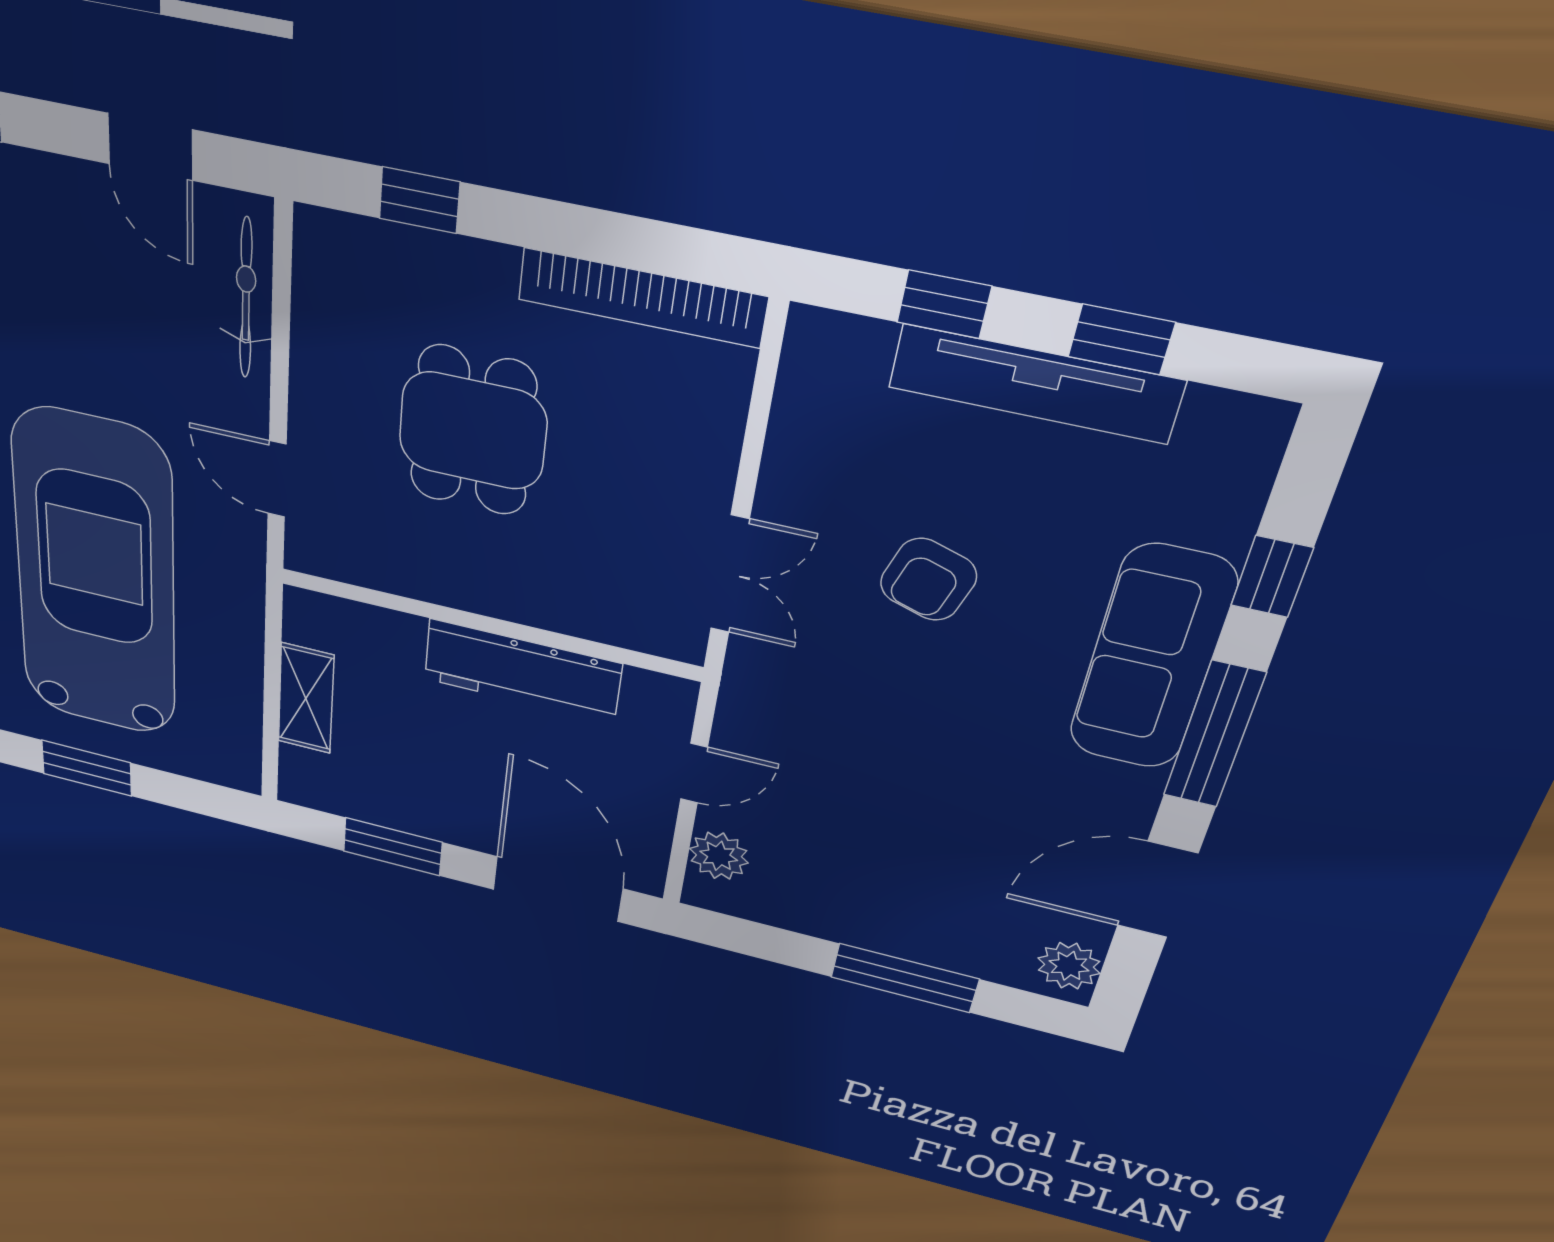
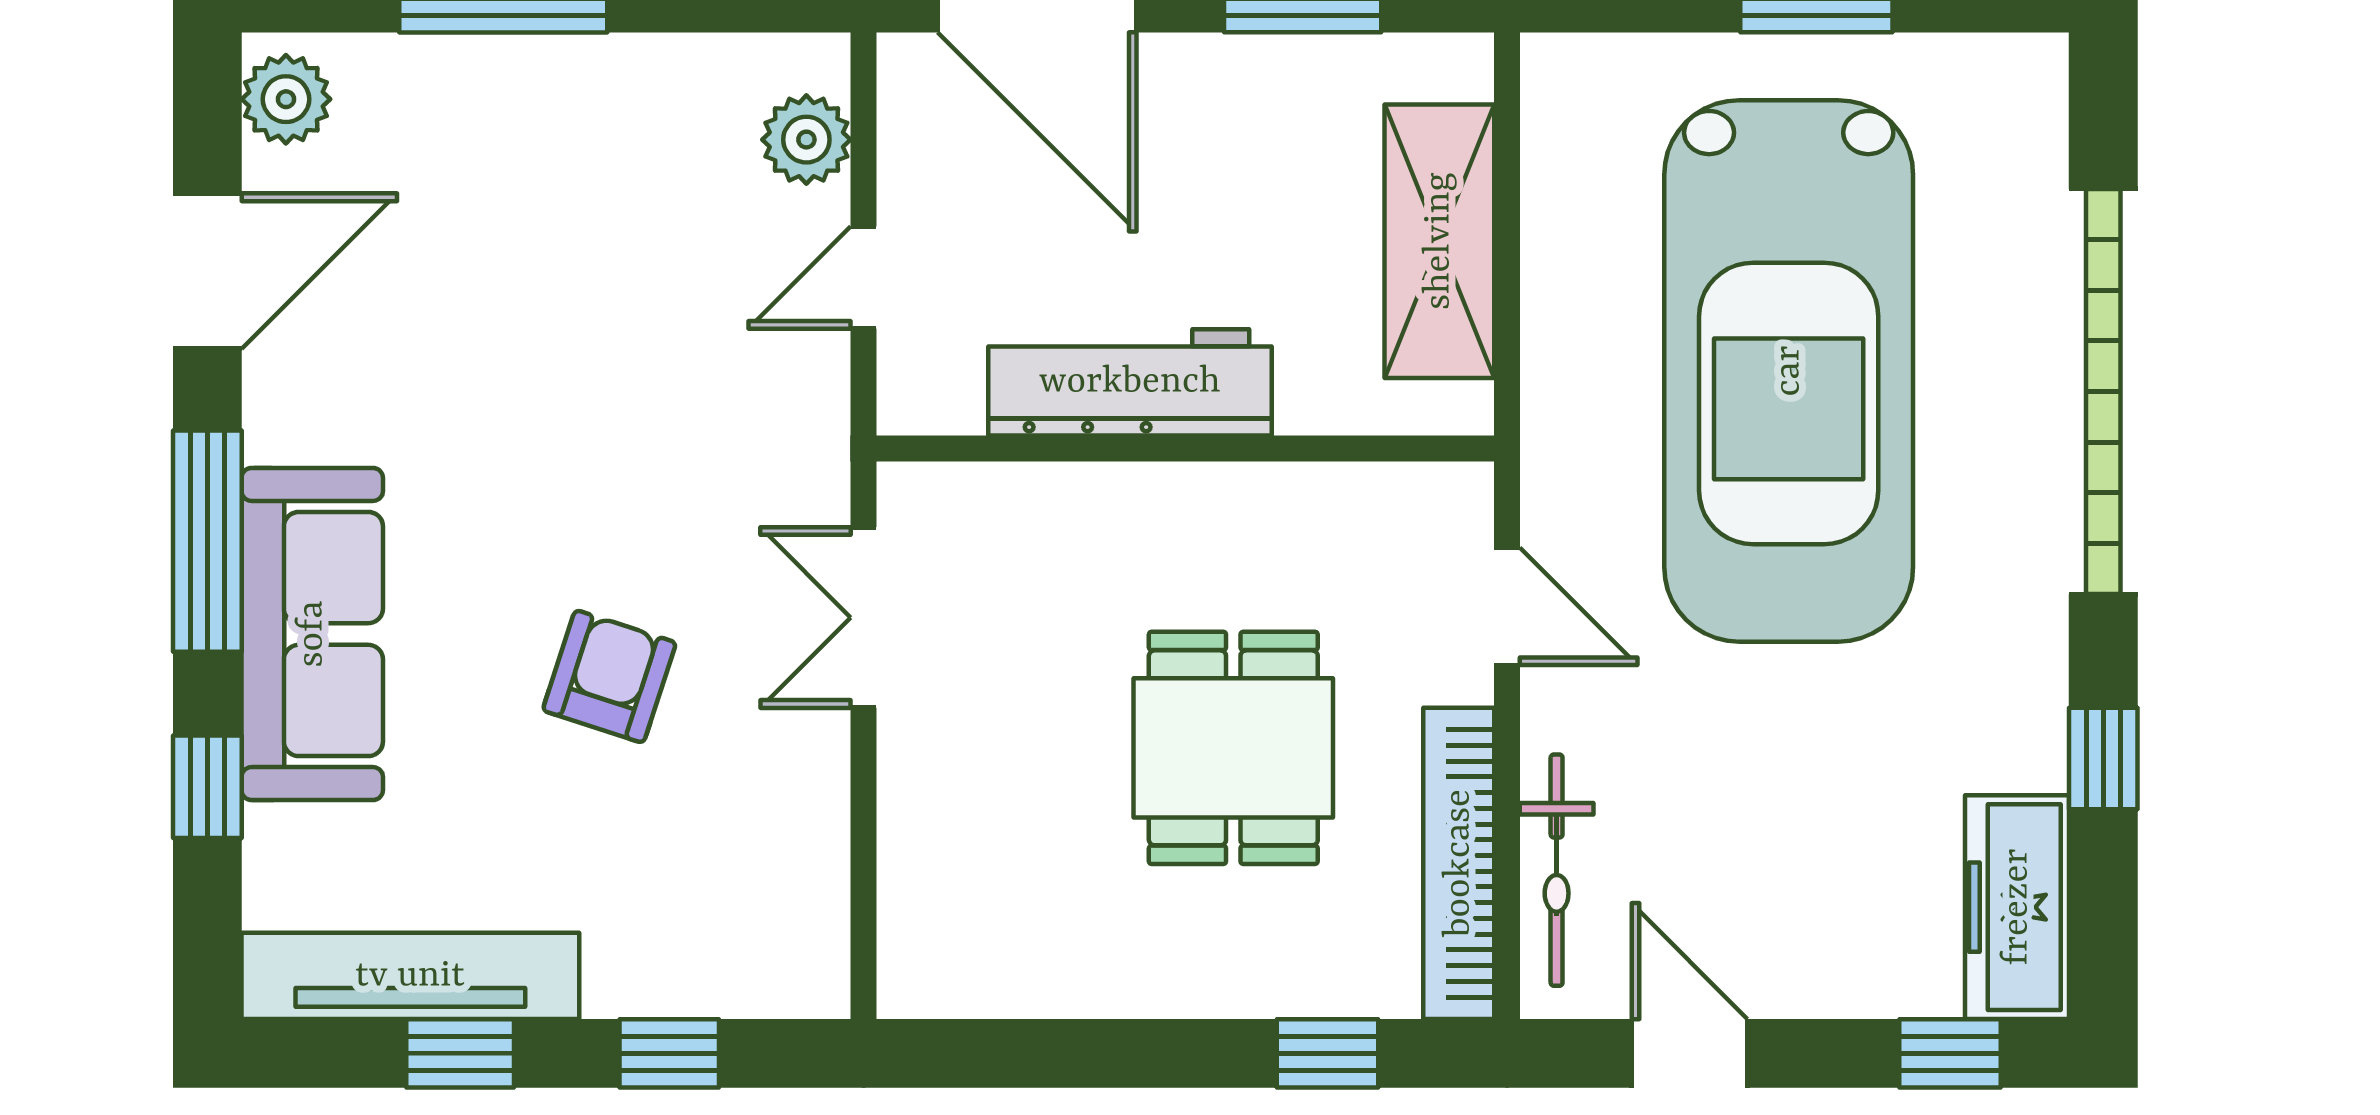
bookcase: (642, 298) -> (1459, 863), moved, turned -90
tv unit: (1035, 384) -> (410, 976), moved
shelving: (306, 698) -> (1439, 241), width x1.50, depth x1.33

